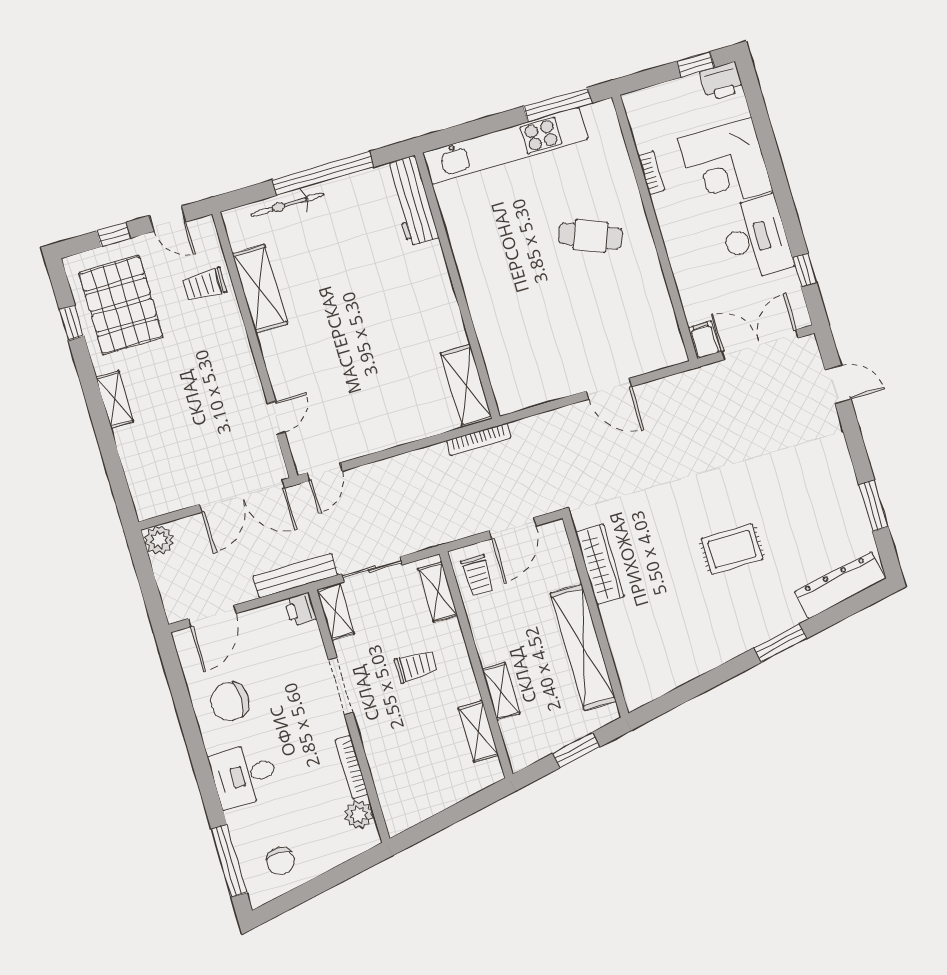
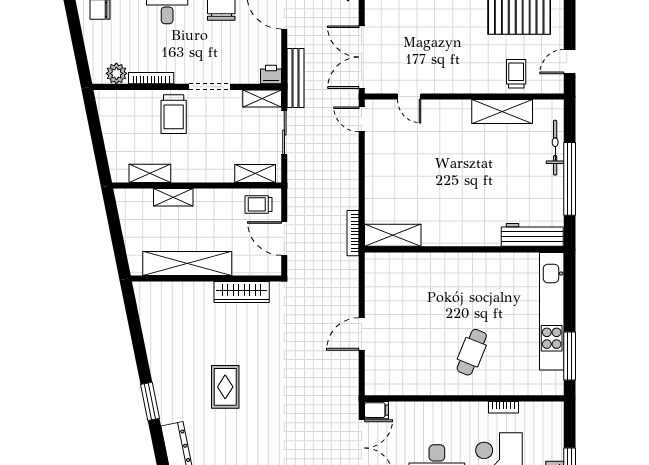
window: (113, 235) -> (570, 21), removed
trolley: (416, 666) -> (174, 114), moved, width x1.36, depth x1.39
window: (576, 750) -> (117, 237), removed

